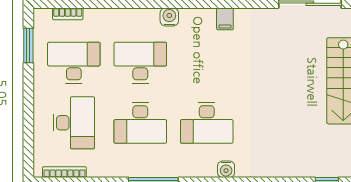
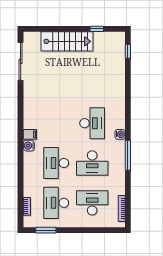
filing cabinet: (225, 19) -> (30, 134), moved
desk: (140, 123) -> (92, 163), turned 90
water cooler: (226, 169) -> (120, 134), moved

